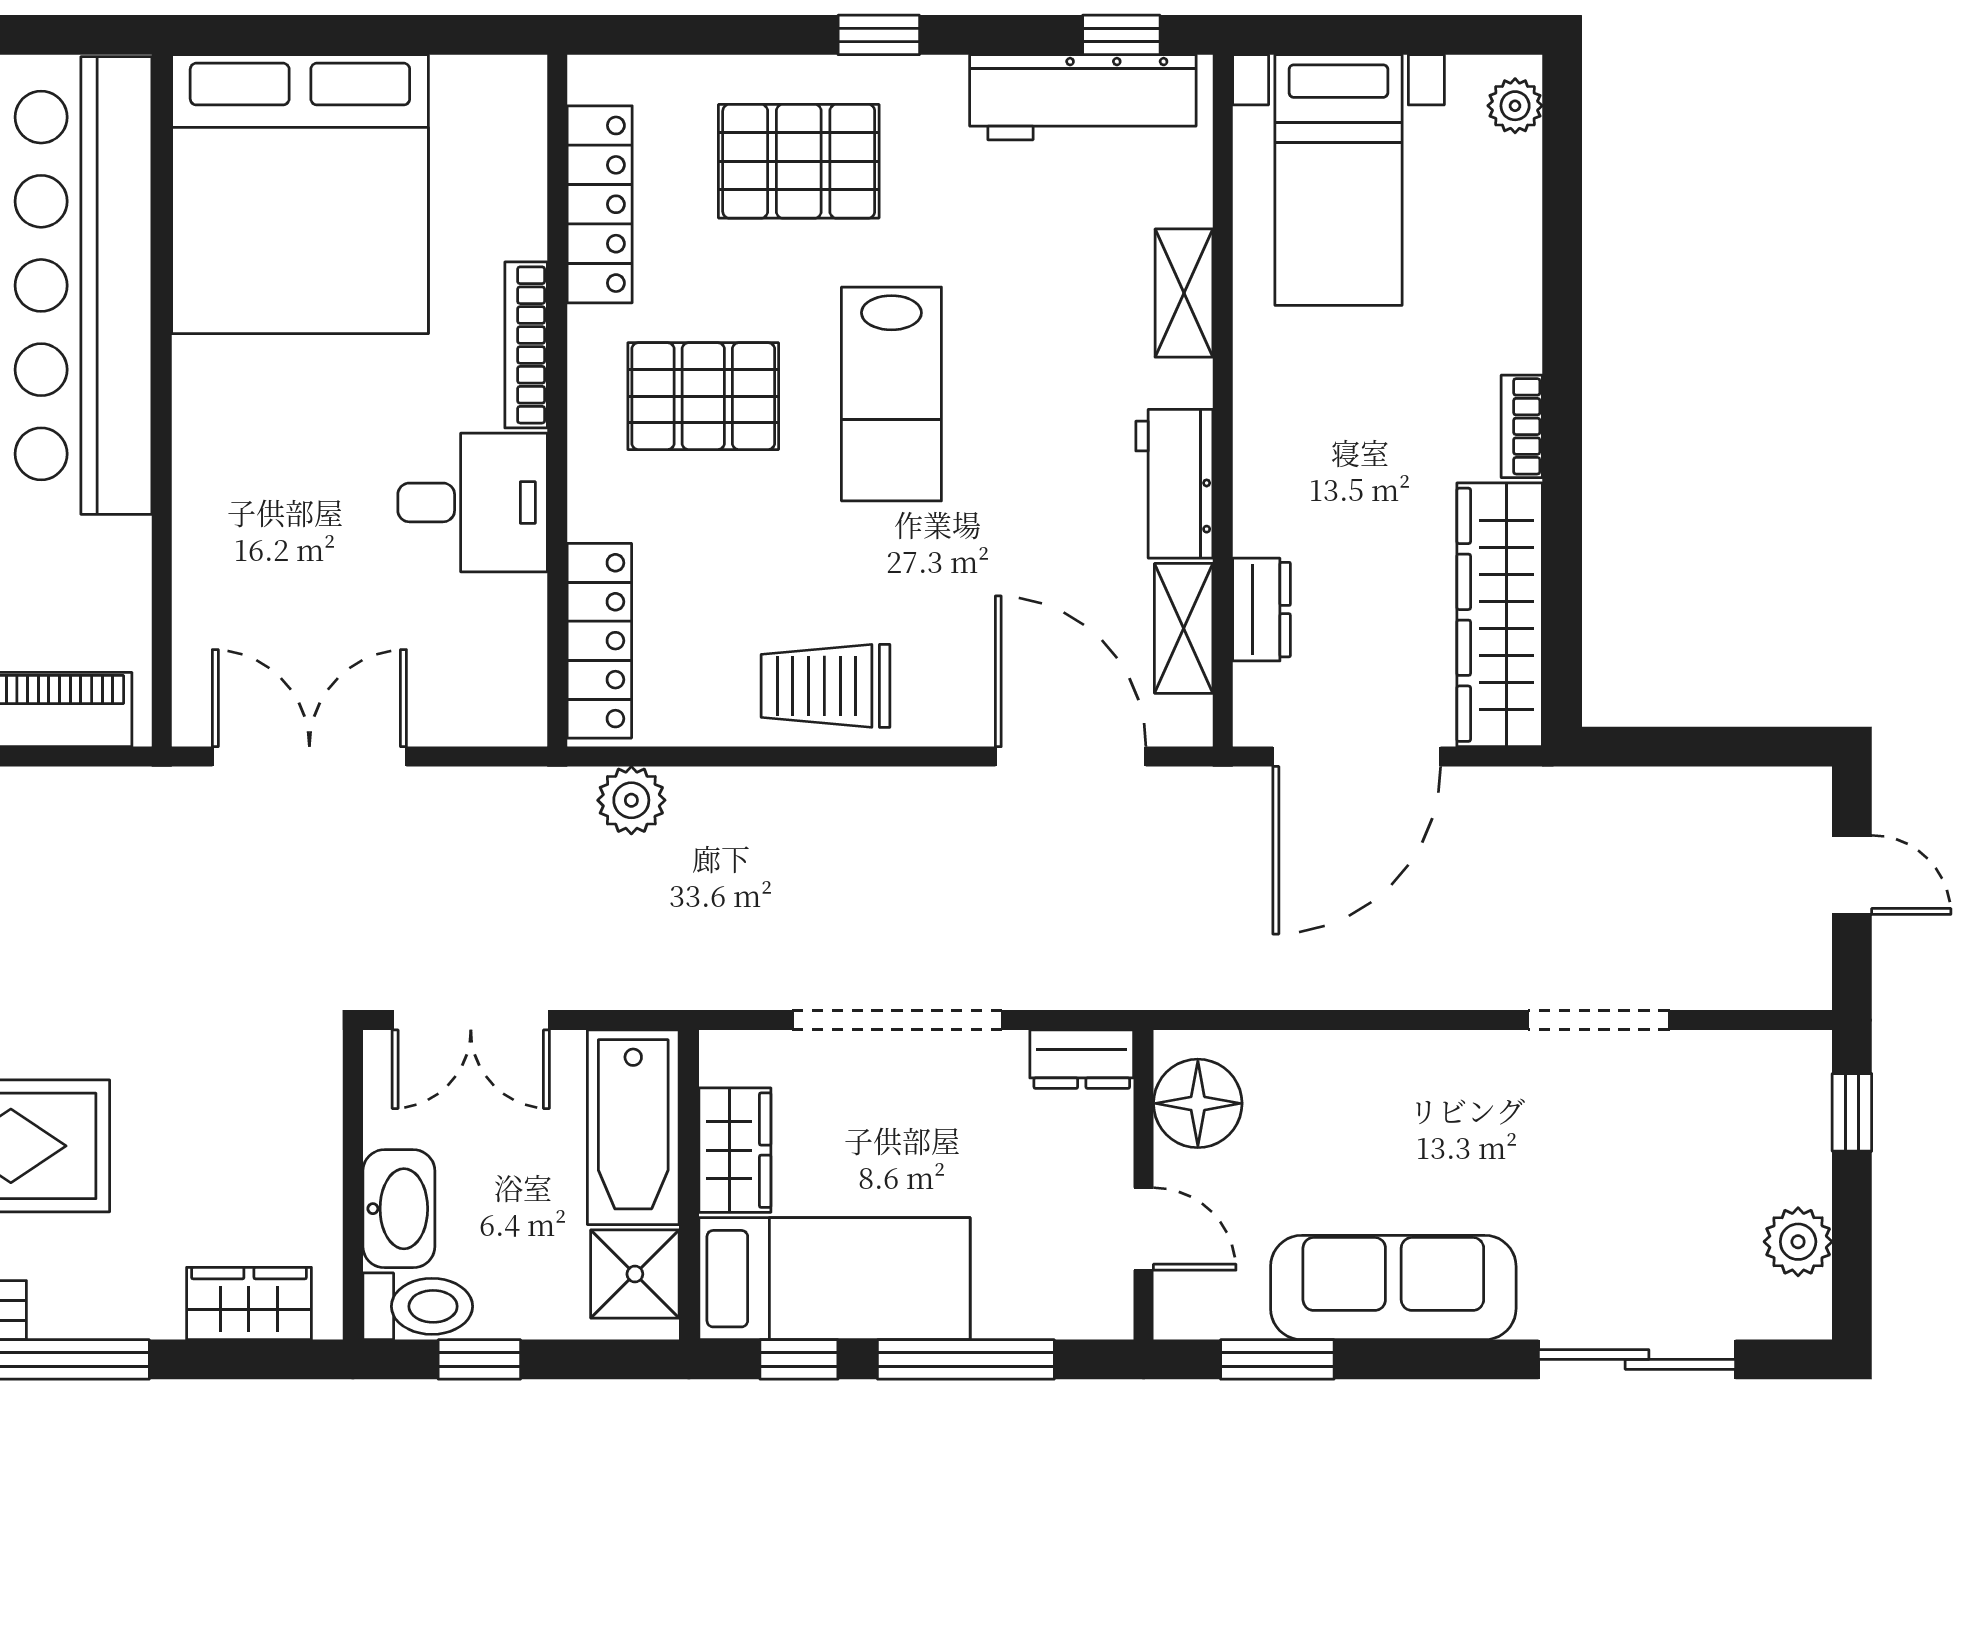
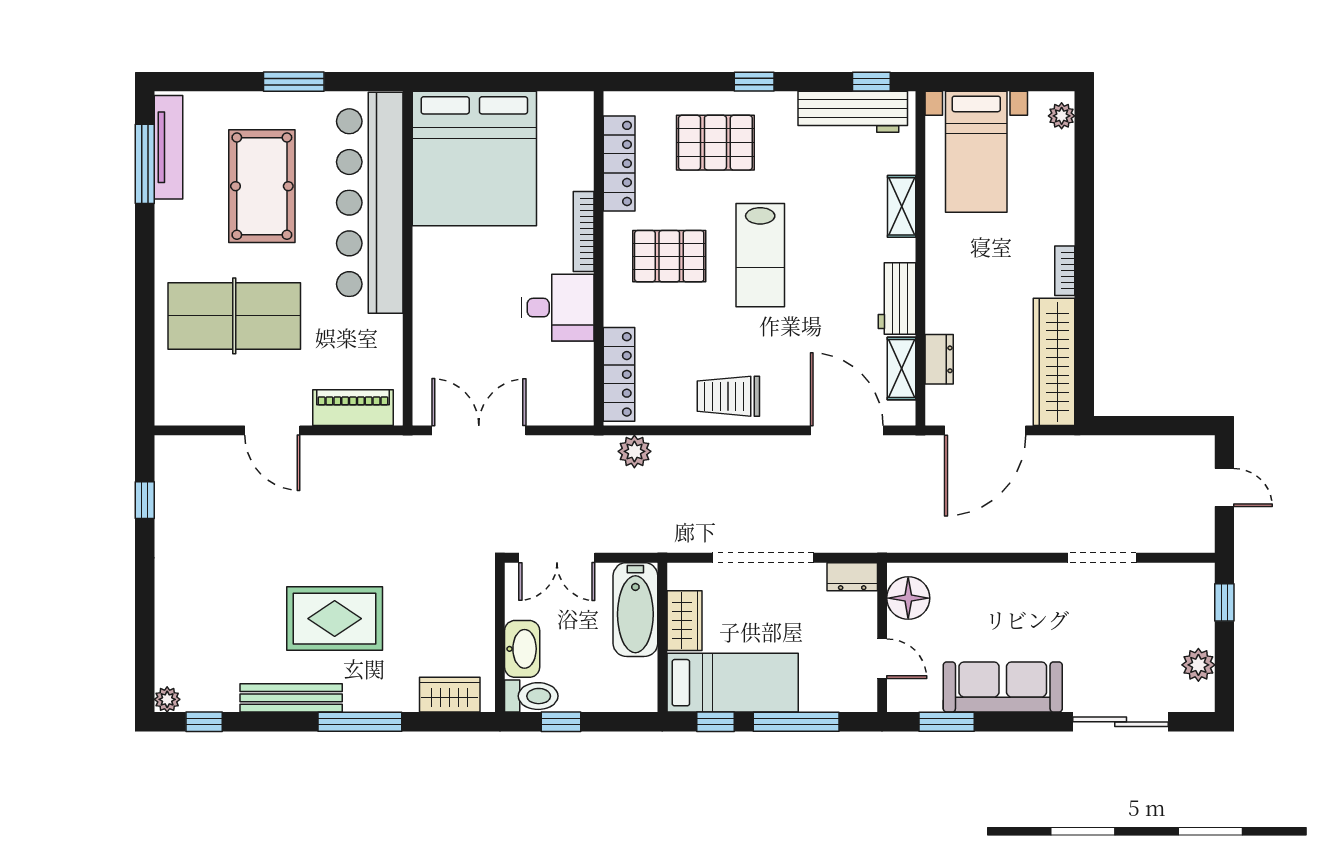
shower: (635, 1274) -> (636, 680), removed

